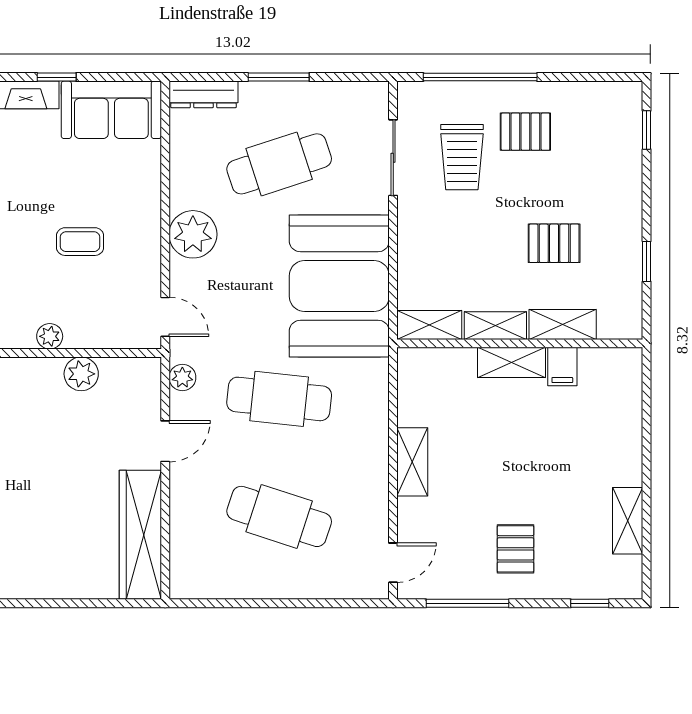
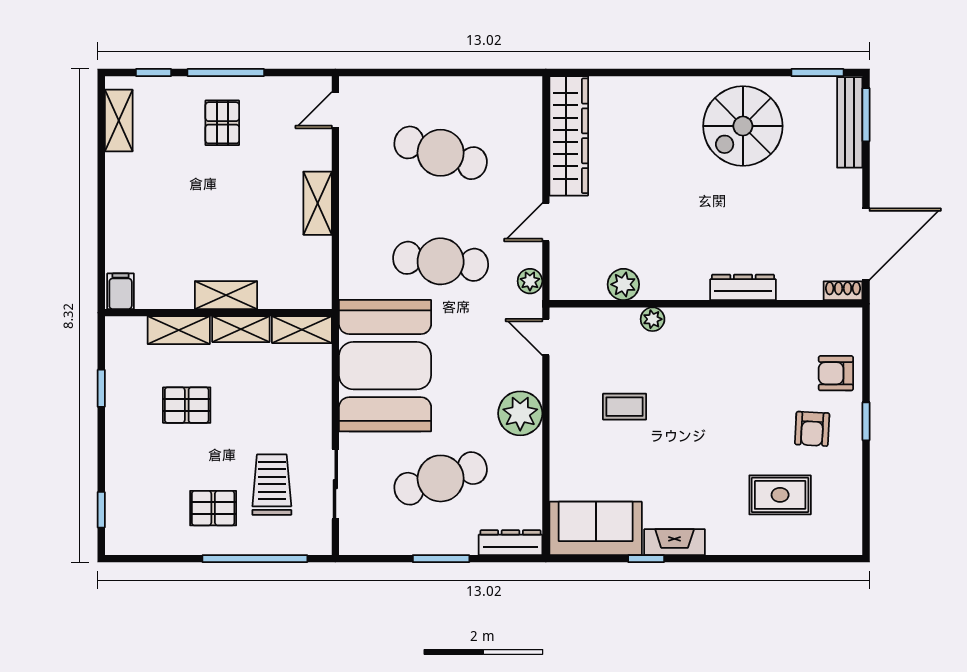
filing cabinet: (562, 367) -> (121, 291), moved
shelving: (628, 521) -> (119, 121), moved
window: (468, 603) -> (226, 73), moved

